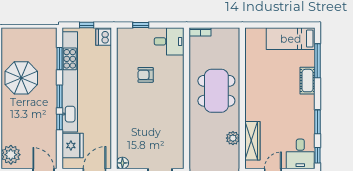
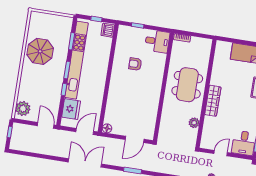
wardrobe: (252, 141) -> (213, 101), moved

